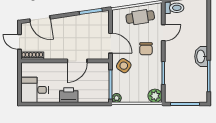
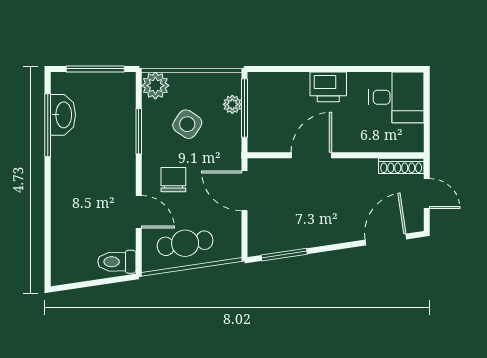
door: (40, 19) -> (386, 240), hinge flipped
door: (163, 33) -> (139, 212), swing flipped
washbasin: (201, 56) -> (63, 115), moved
side table: (124, 66) -> (187, 124), moved
plant: (117, 98) -> (232, 104), moved

